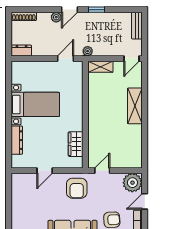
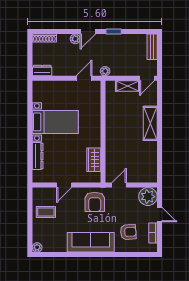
shelving: (100, 67) -> (128, 86), moved
coffee table: (25, 199) -> (46, 212), added
door: (145, 201) -> (159, 214), swing flipped

